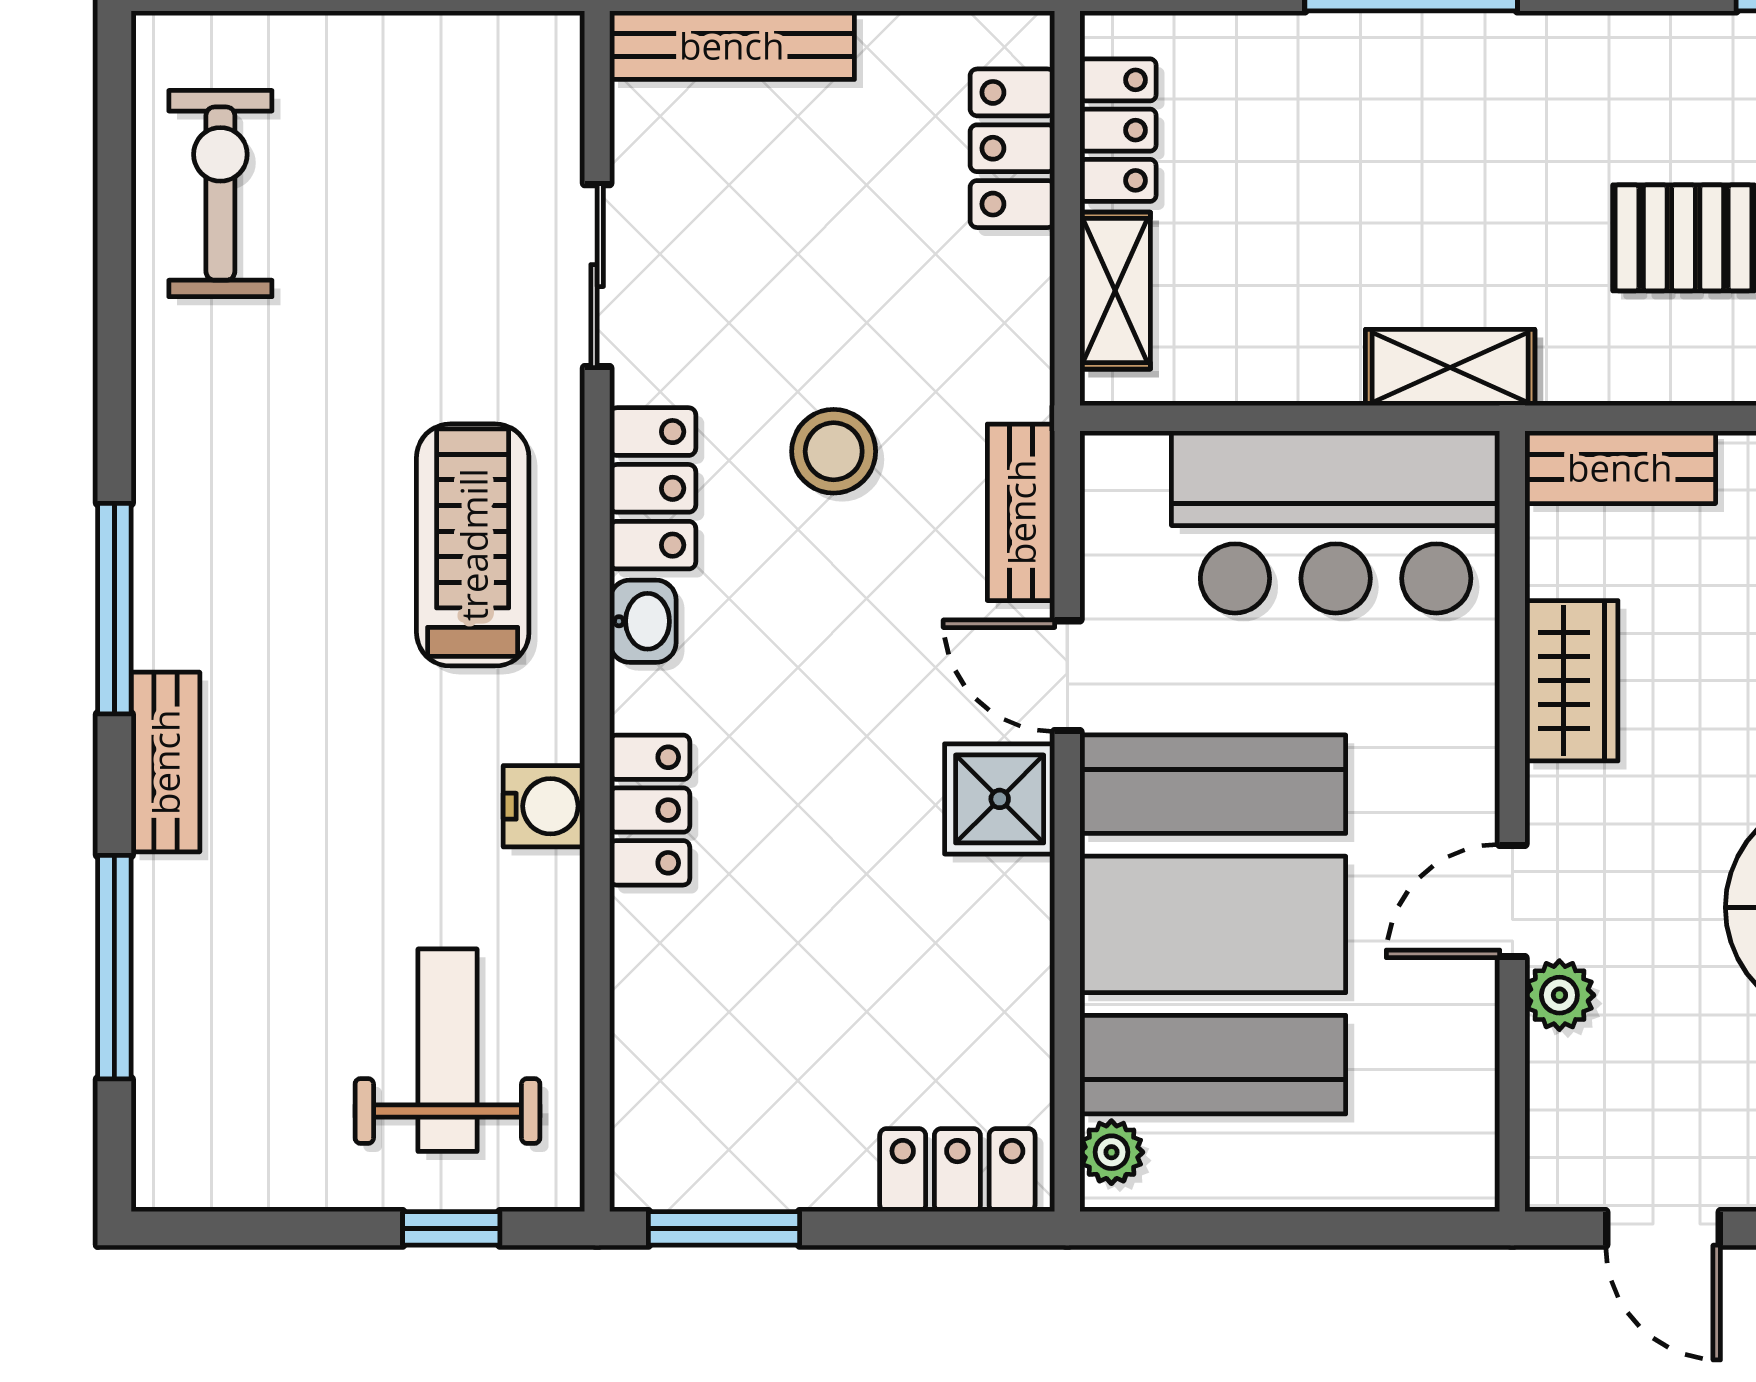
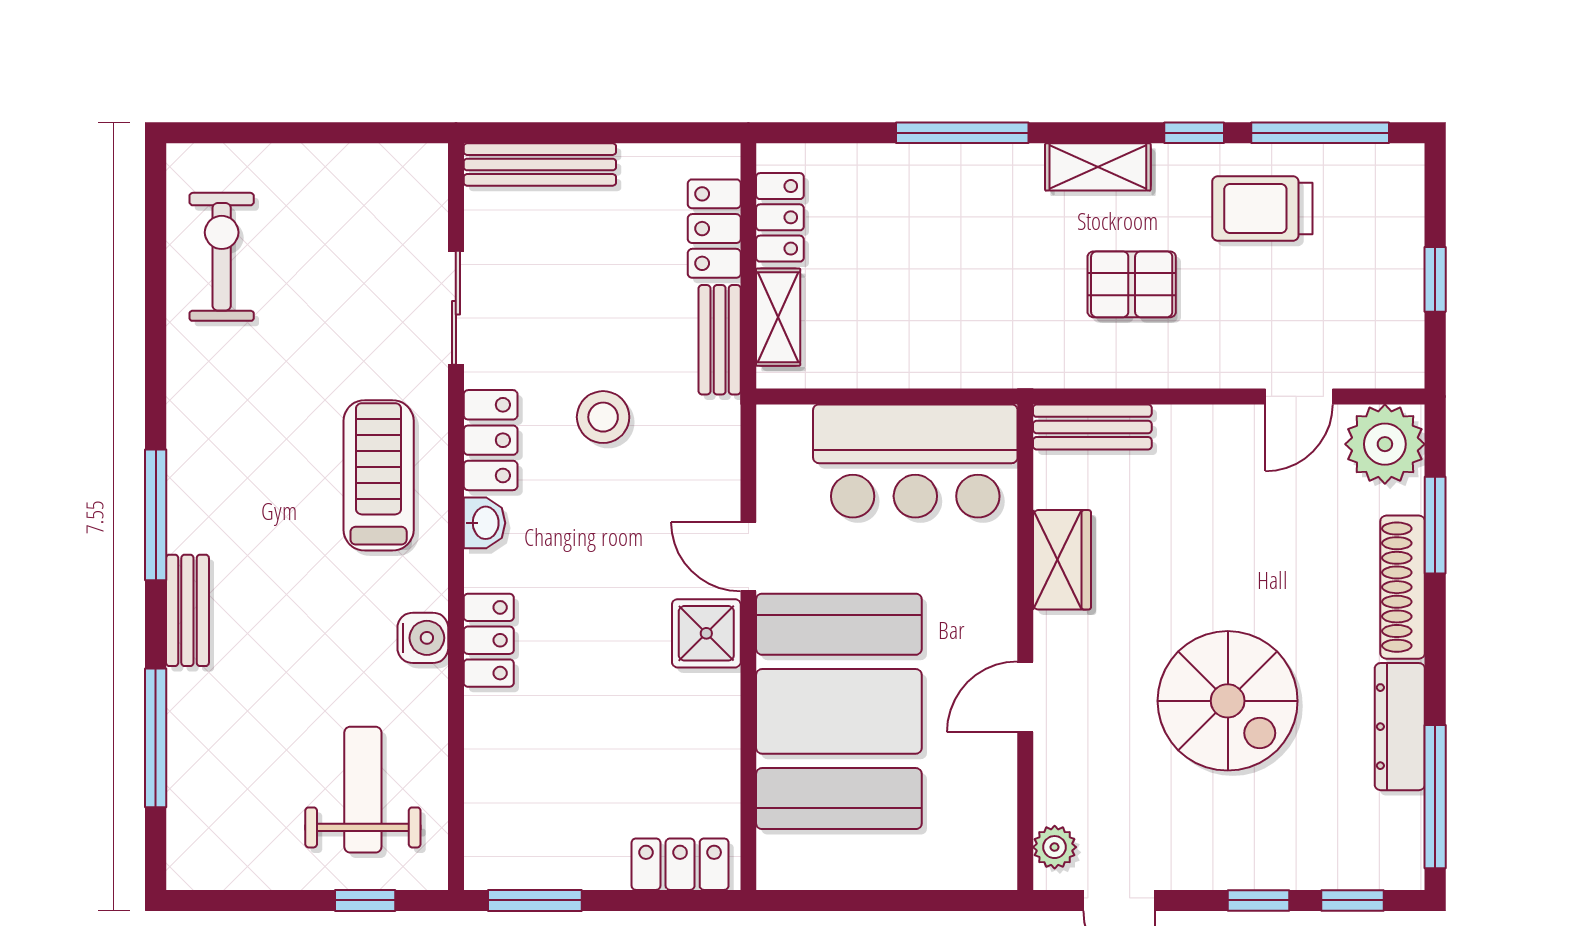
shelving: (1450, 367) -> (1098, 167), moved
bench: (1021, 512) -> (720, 340), moved
plant: (1559, 995) -> (1055, 847), moved
plant: (1111, 1152) -> (776, 853), removed

